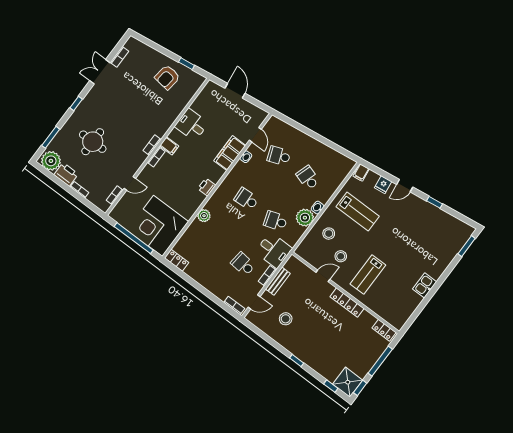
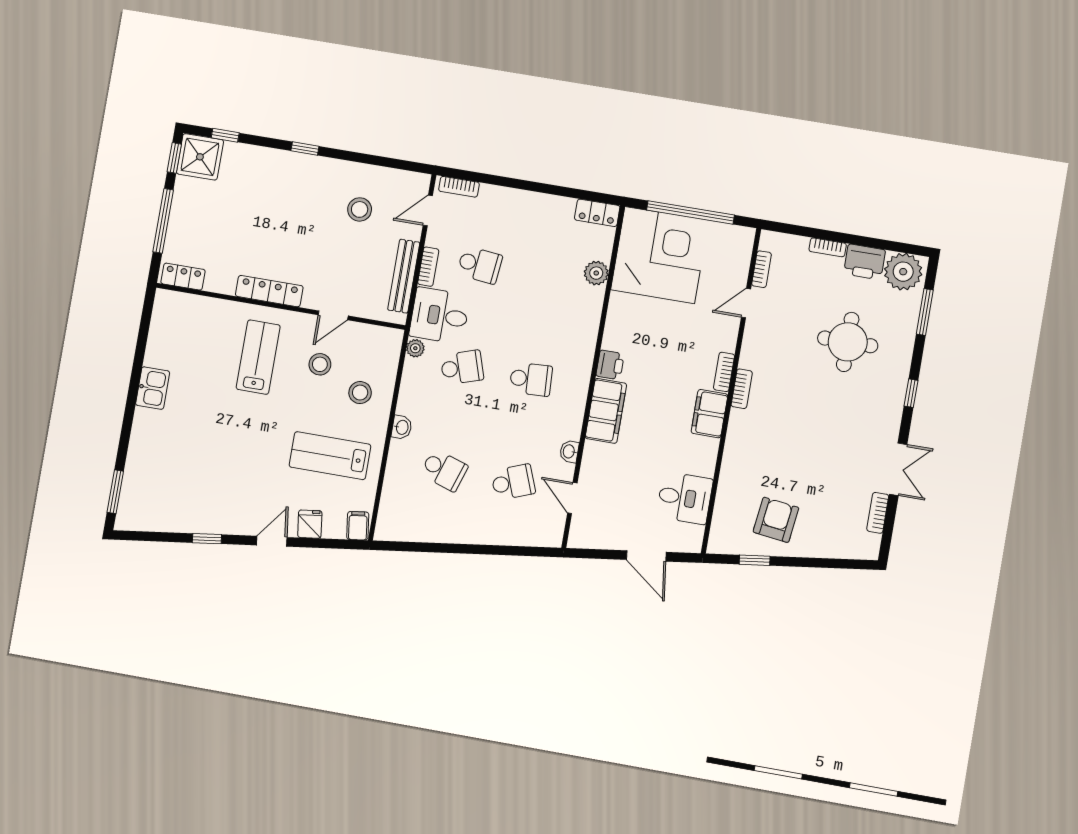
desk: (192, 125) -> (685, 498), moved
filing cabinet: (169, 146) -> (709, 414), width x2.00
filing cabinet: (230, 153) -> (606, 411), moved
plant: (204, 216) -> (596, 273), moved
plant: (305, 218) -> (415, 348), moved, width x0.53, depth x0.53
bench: (278, 281) -> (404, 276), width x1.36

